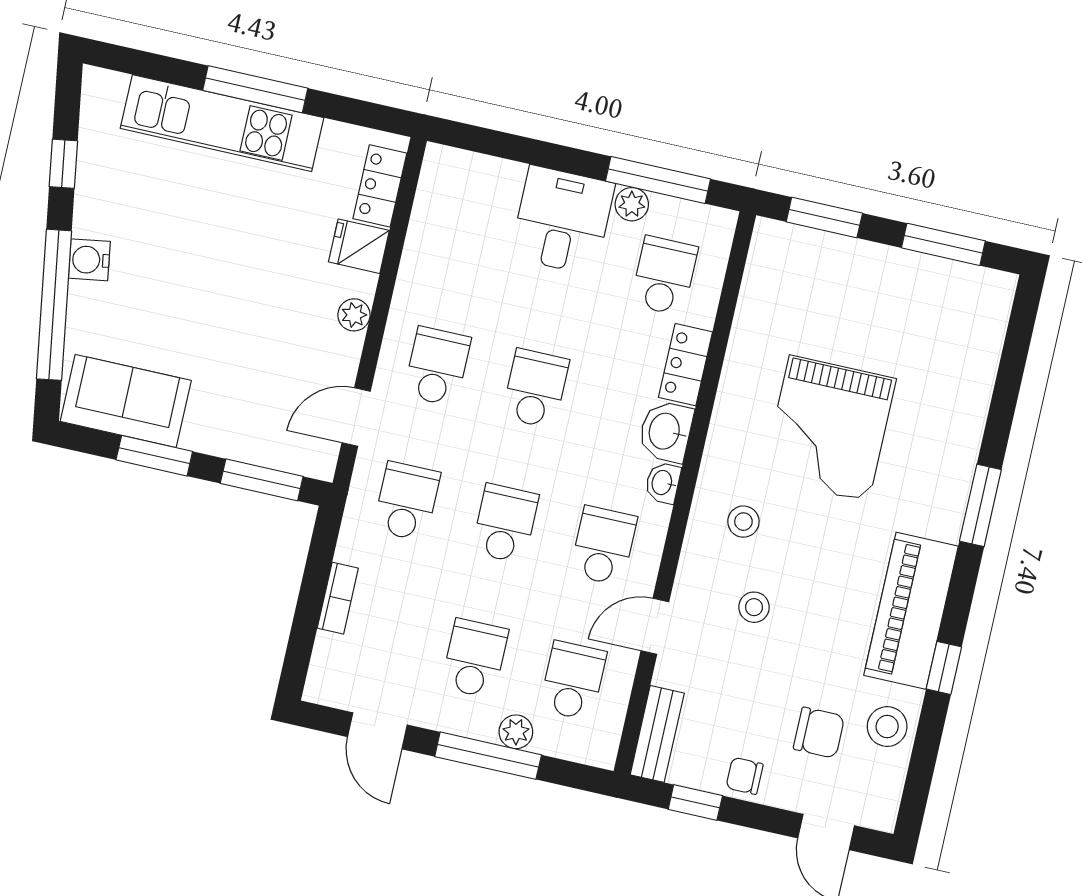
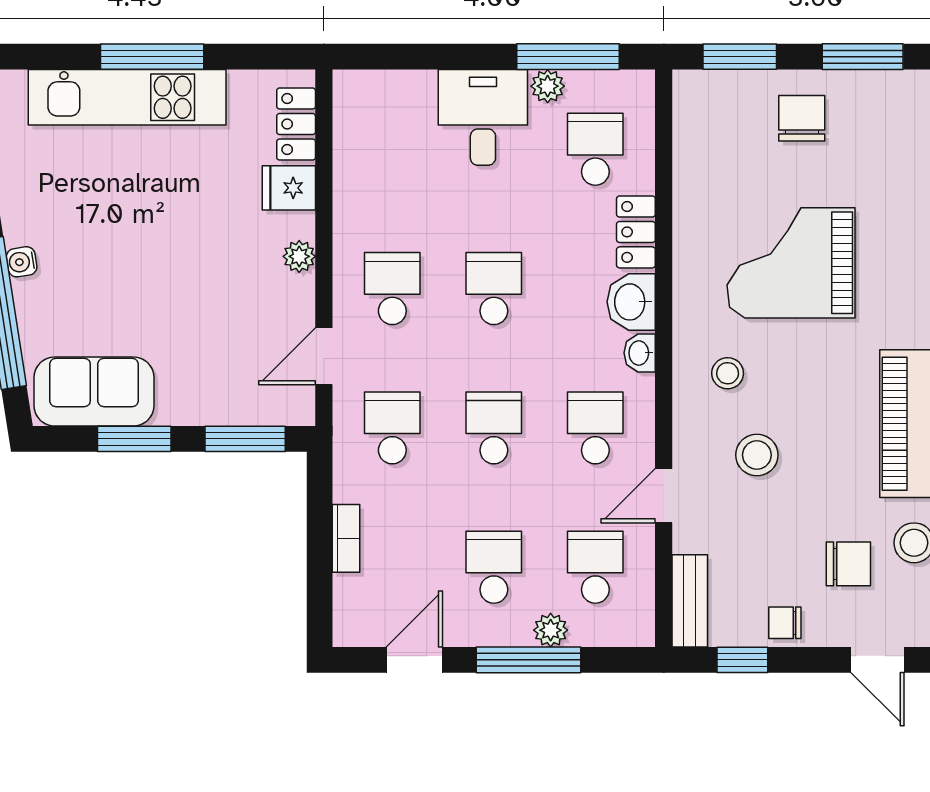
water cooler: (89, 260) -> (22, 262), width x0.72, depth x0.72
chair: (871, 291) -> (802, 118), added
grand piano: (829, 428) -> (791, 263), turned 90
stool: (754, 607) -> (757, 455), width x1.37, depth x1.37
door: (377, 731) -> (414, 660), swing flipped

